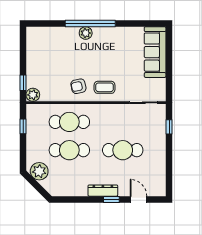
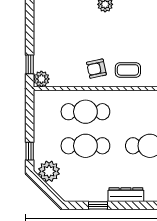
window: (23, 126) -> (30, 151), moved
window: (111, 199) -> (98, 205), moved

